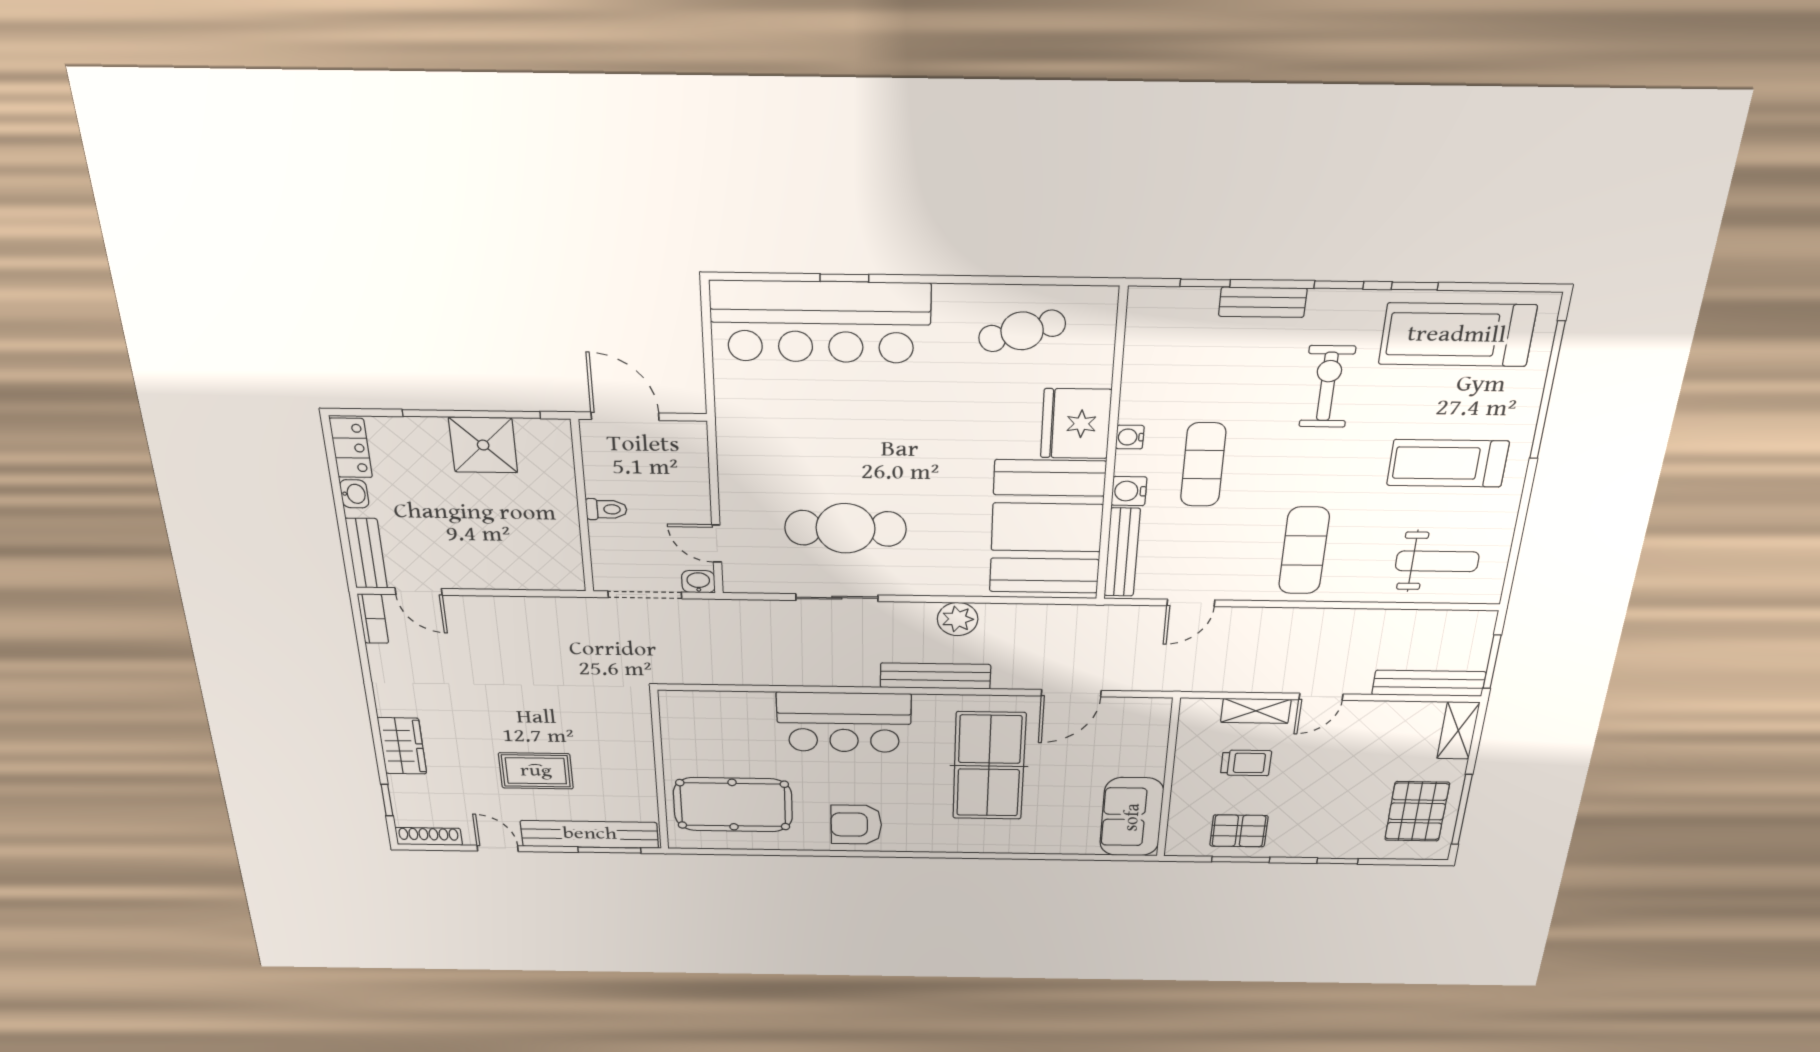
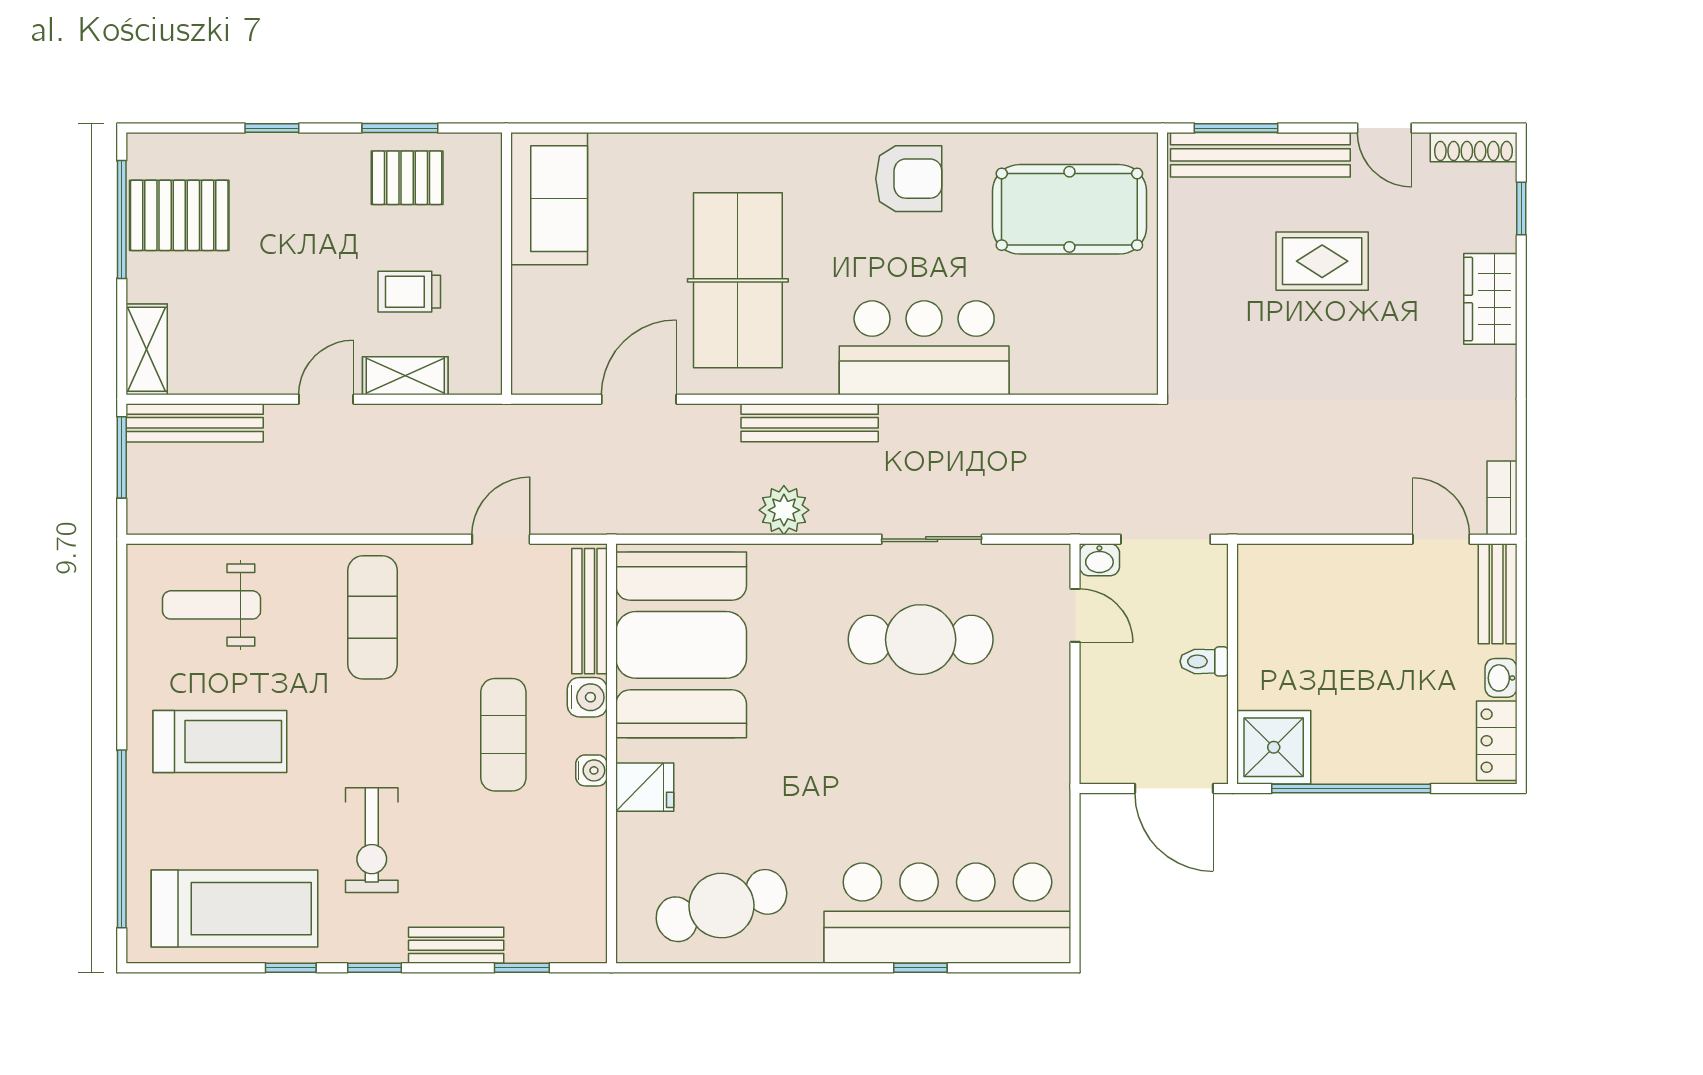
cafe table: (1022, 331) -> (721, 906), width x1.37, depth x1.35
fridge: (1076, 424) -> (645, 787), width x0.53, depth x0.75
shower: (483, 445) -> (1274, 747), moved
pallet: (1417, 811) -> (179, 215), turned 90

